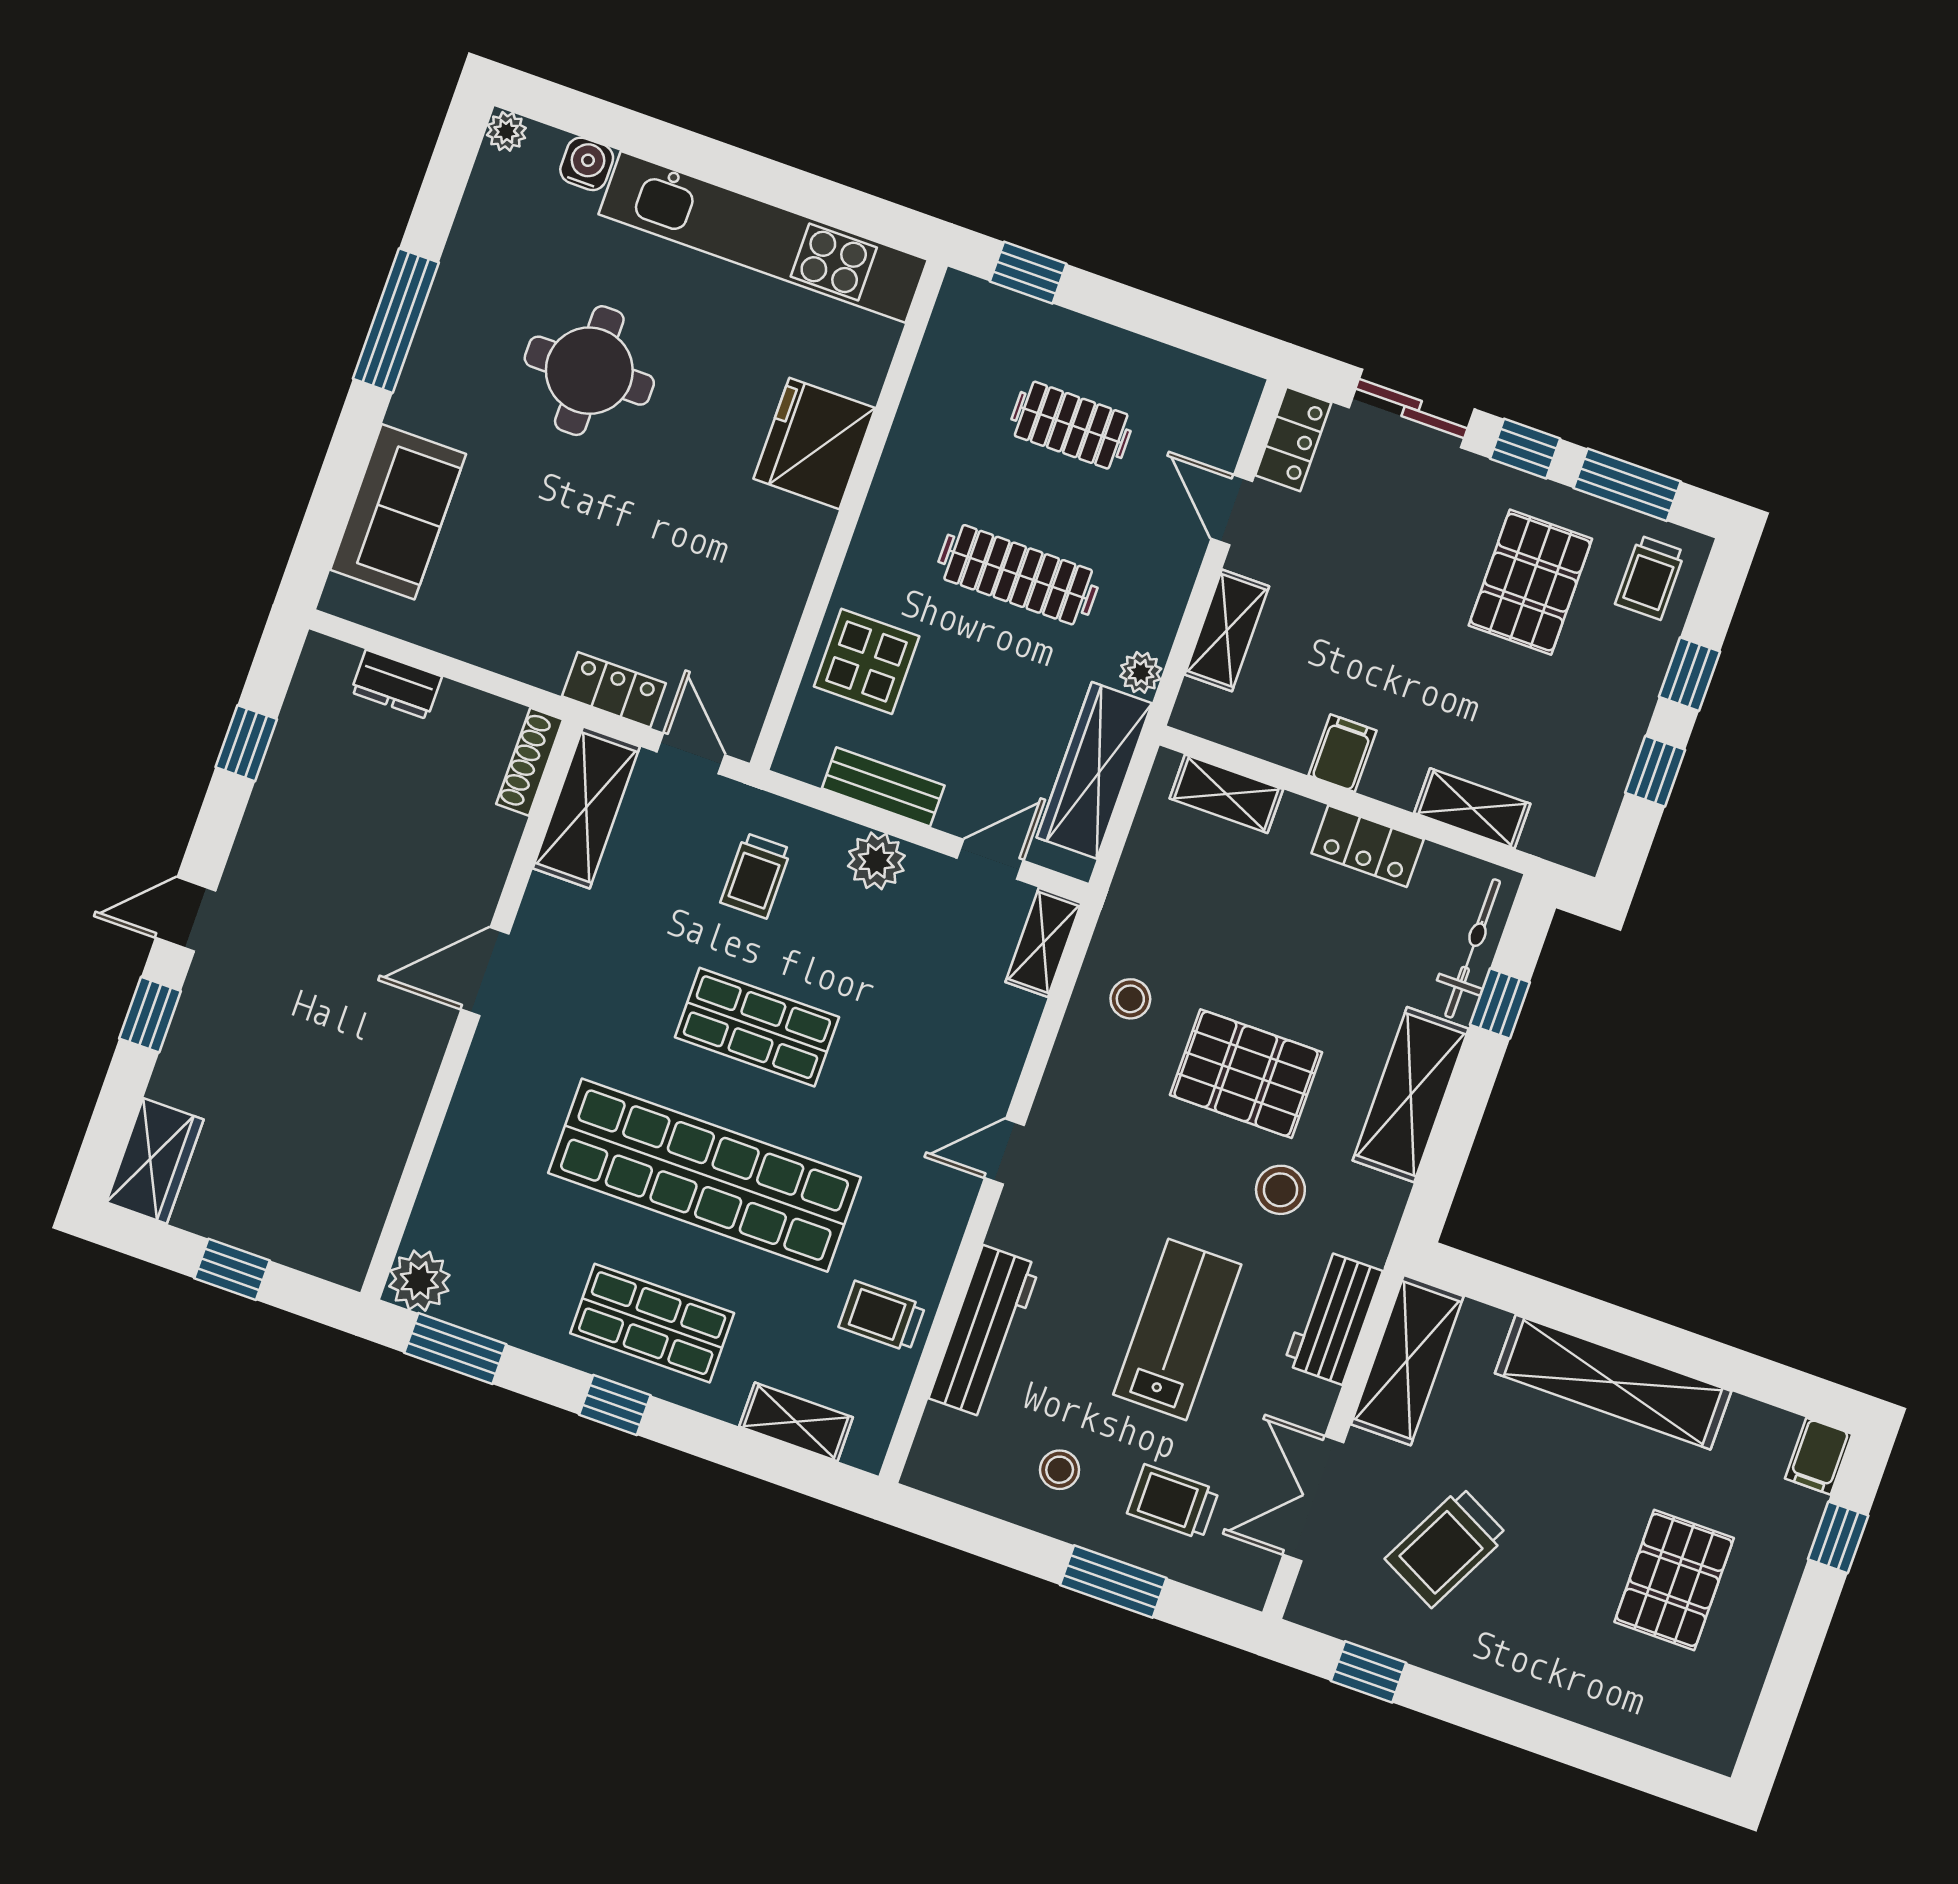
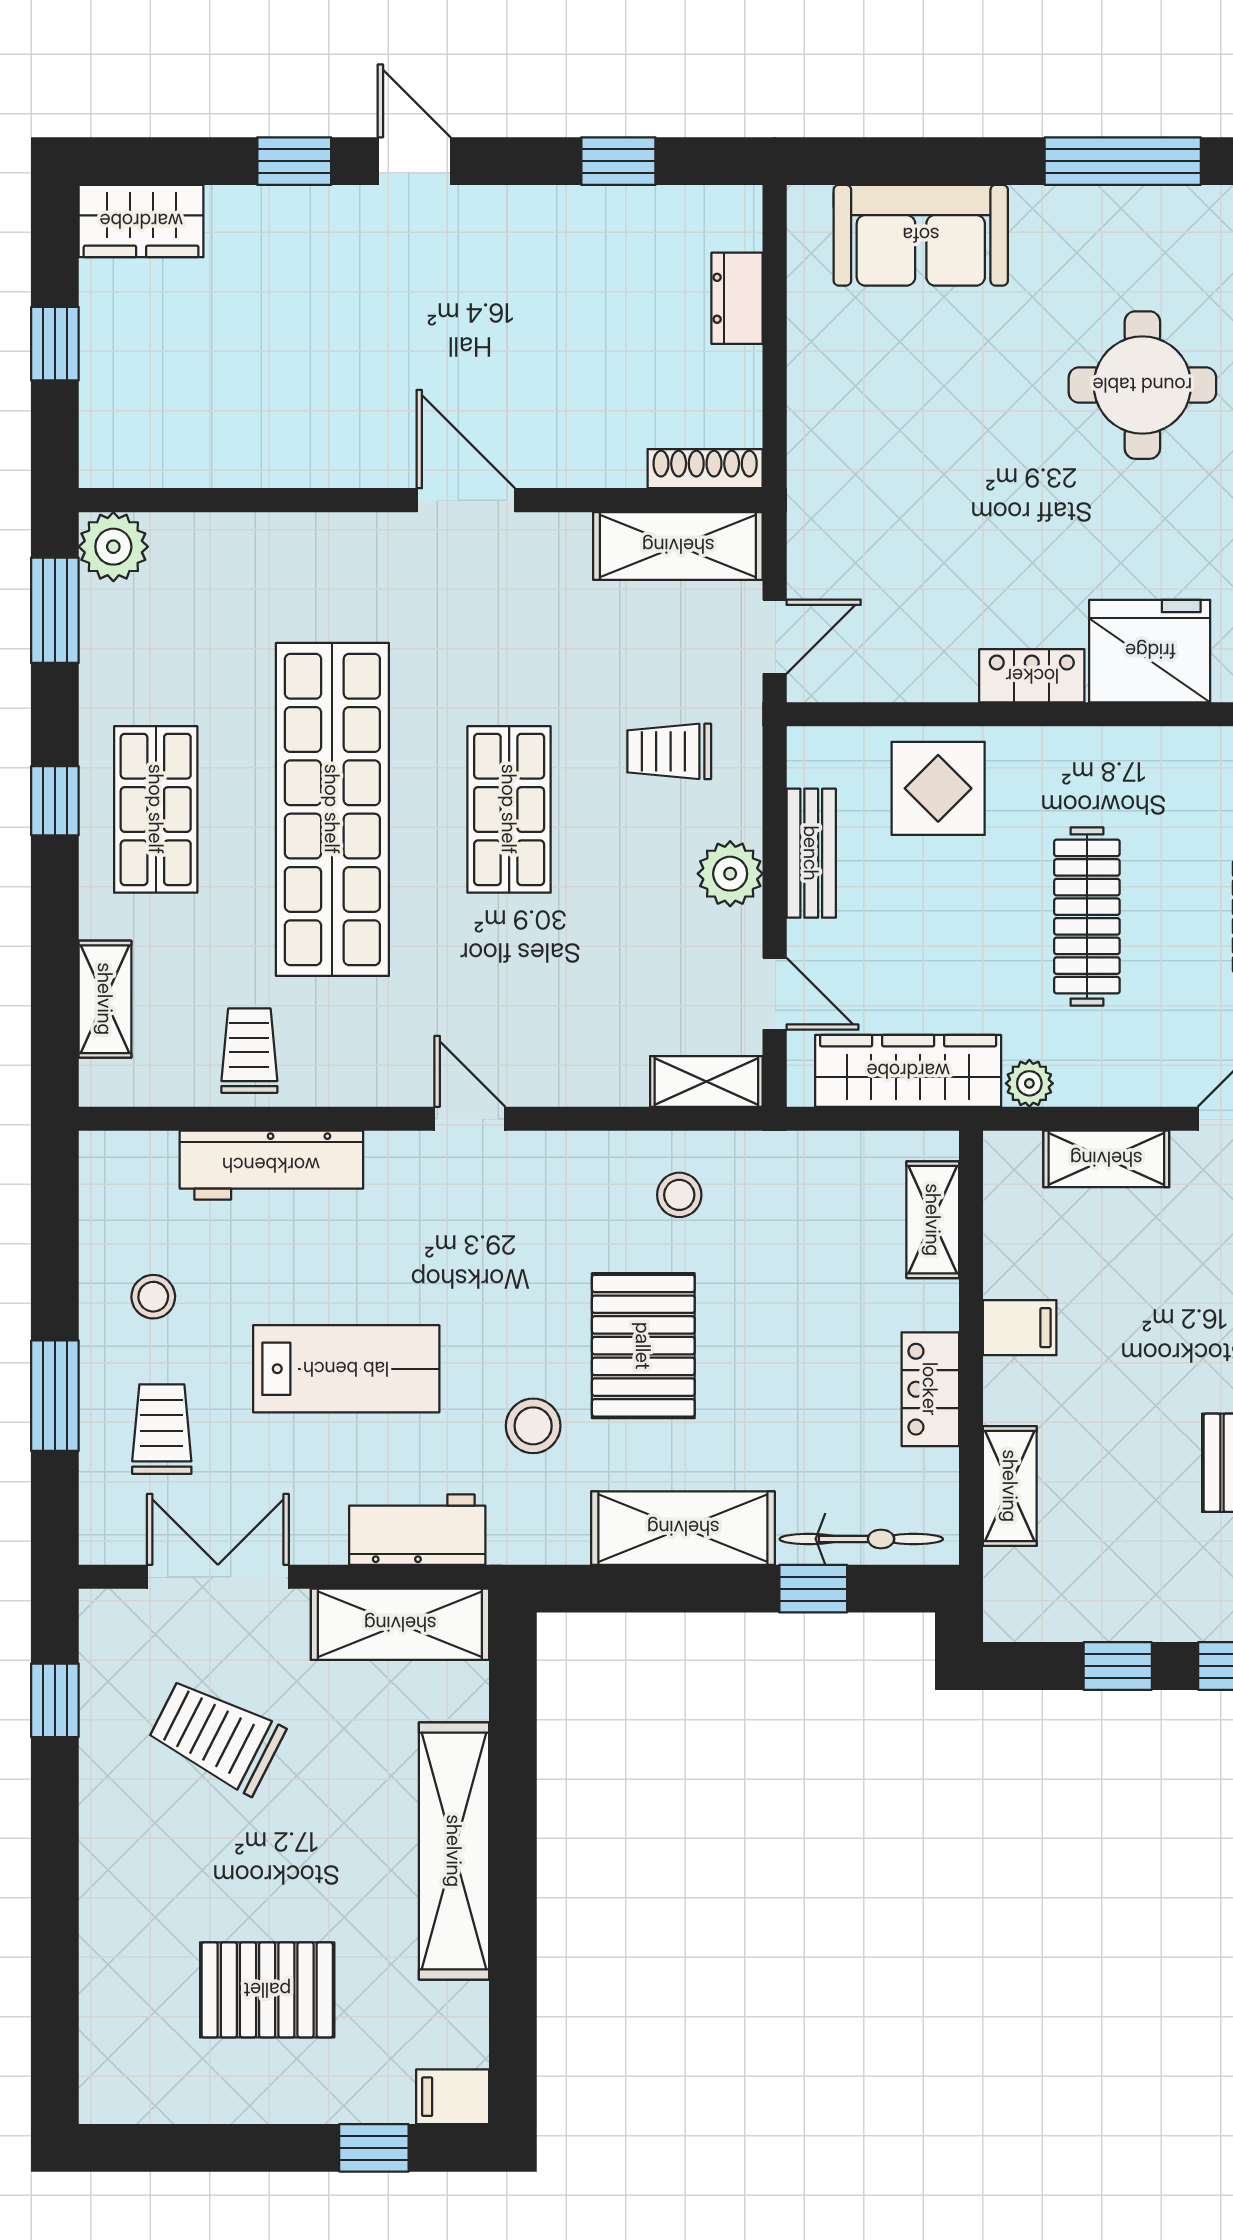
locker: (614, 690) -> (1032, 676), moved, turned -90

